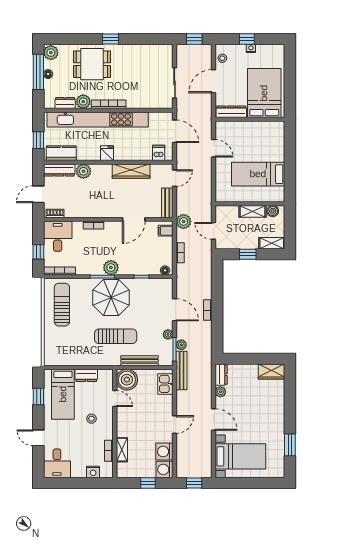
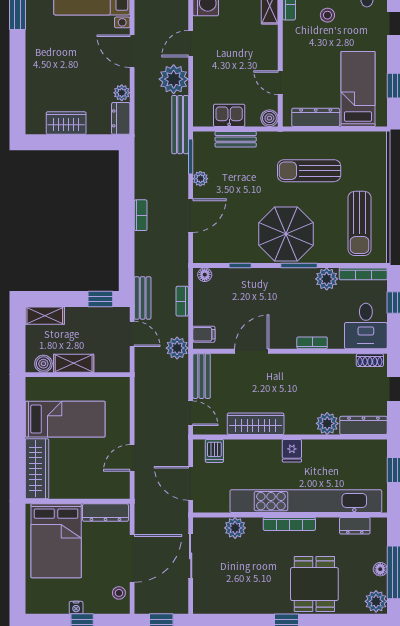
dining table: (92, 64) -> (314, 584), turned 90
door: (214, 81) -> (132, 558), width x1.36
plant: (83, 102) -> (235, 528), moved
wardrobe: (277, 141) -> (37, 469), added
door: (214, 148) -> (132, 458), hinge flipped
kitchen counter: (61, 153) -> (360, 450), removed
door: (175, 178) -> (191, 413), swing flipped
window: (248, 254) -> (100, 299), moved
bench: (207, 255) -> (143, 298), added
plant: (111, 268) -> (327, 279), moved
door: (175, 310) -> (191, 216), swing flipped
sun lounger: (116, 336) -> (309, 171), moved
plant: (181, 345) -> (174, 79), moved, width x1.88, depth x1.88
bench: (140, 361) -> (236, 139), width x0.73
wardrobe: (272, 372) -> (66, 123), moved
dresser: (86, 375) -> (316, 117), width x1.44
boiler: (127, 380) -> (269, 118), width x0.54, depth x0.54
kitchen sink: (165, 384) -> (229, 115), moved, turned -90
stool: (91, 419) -> (327, 15), moved

